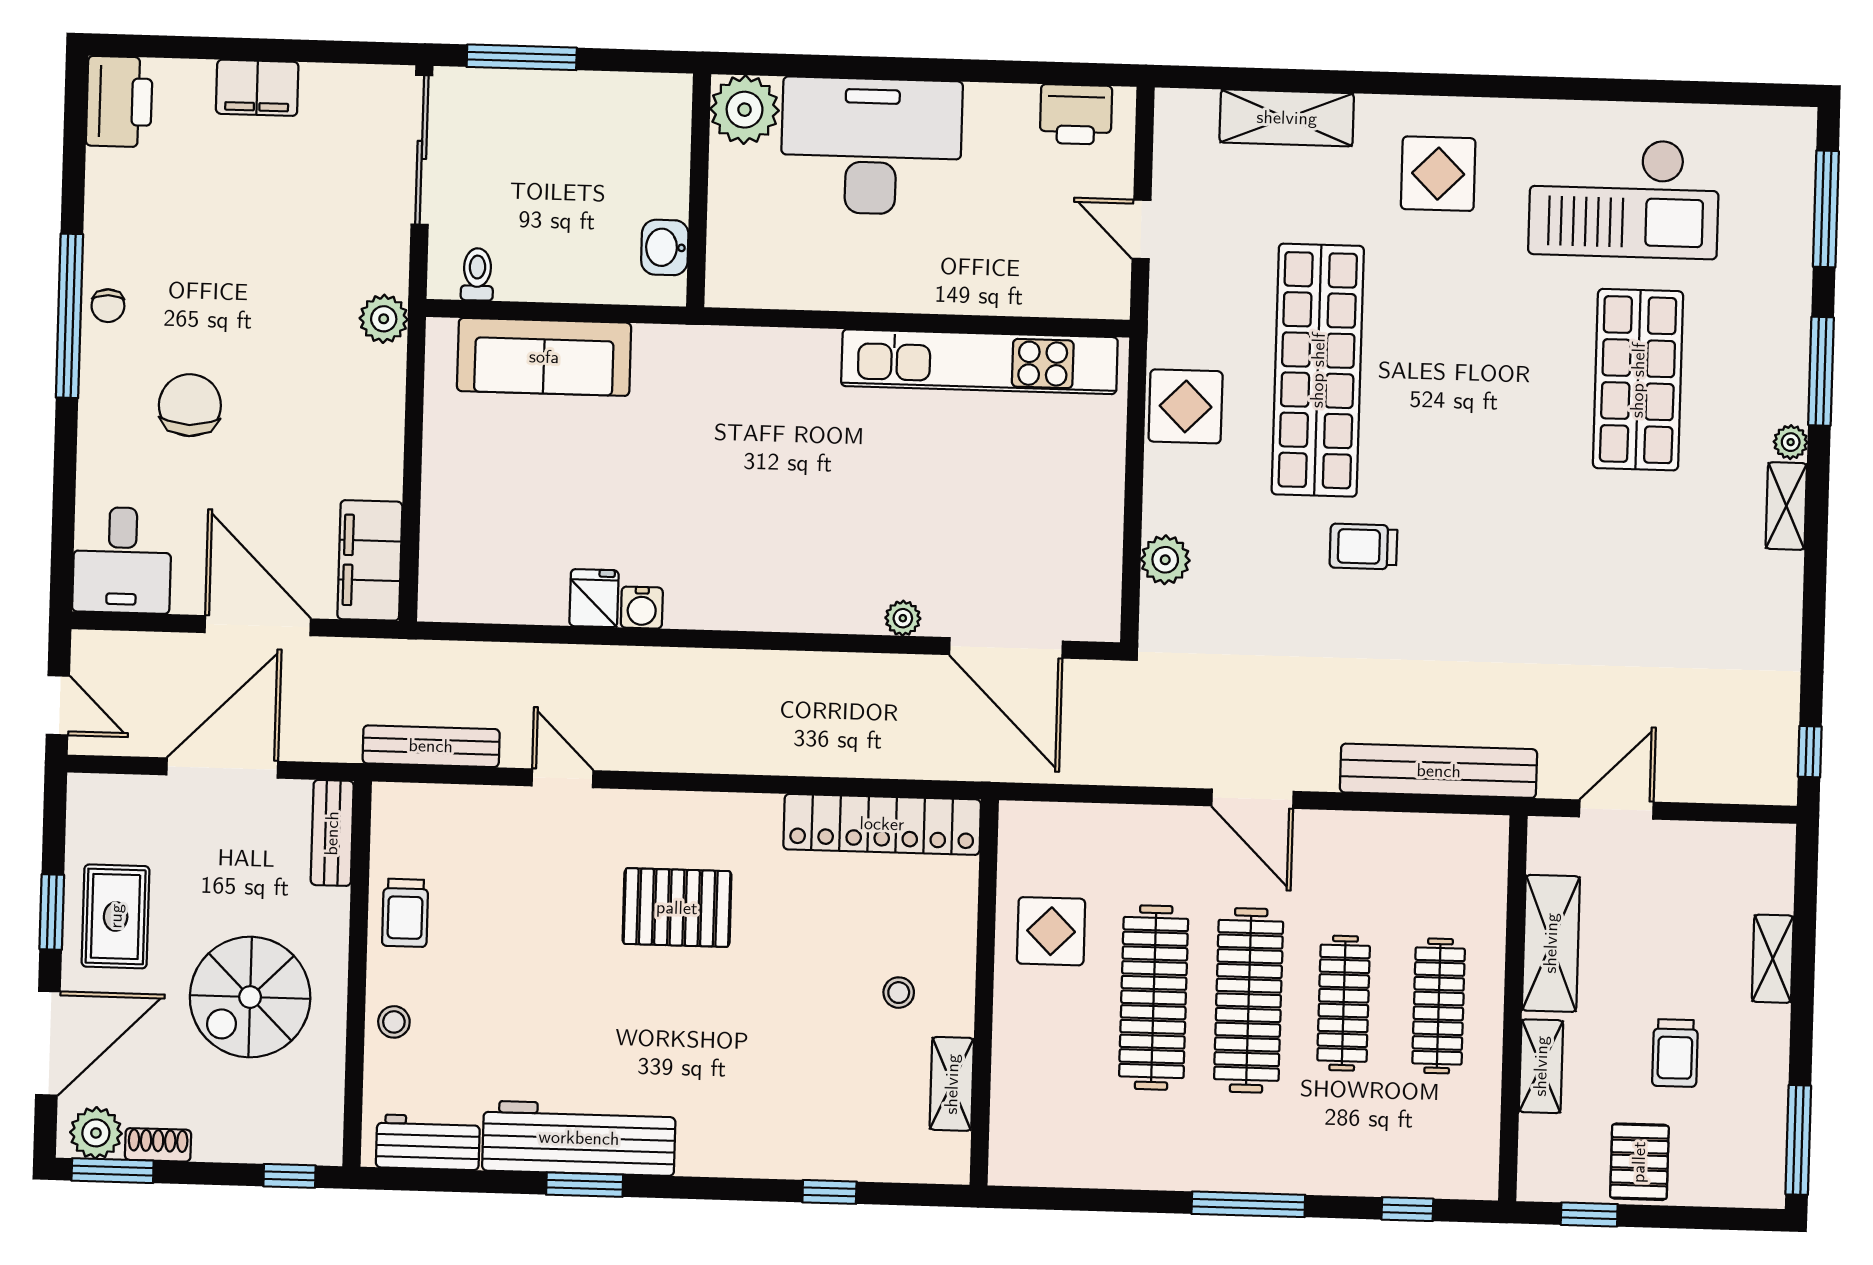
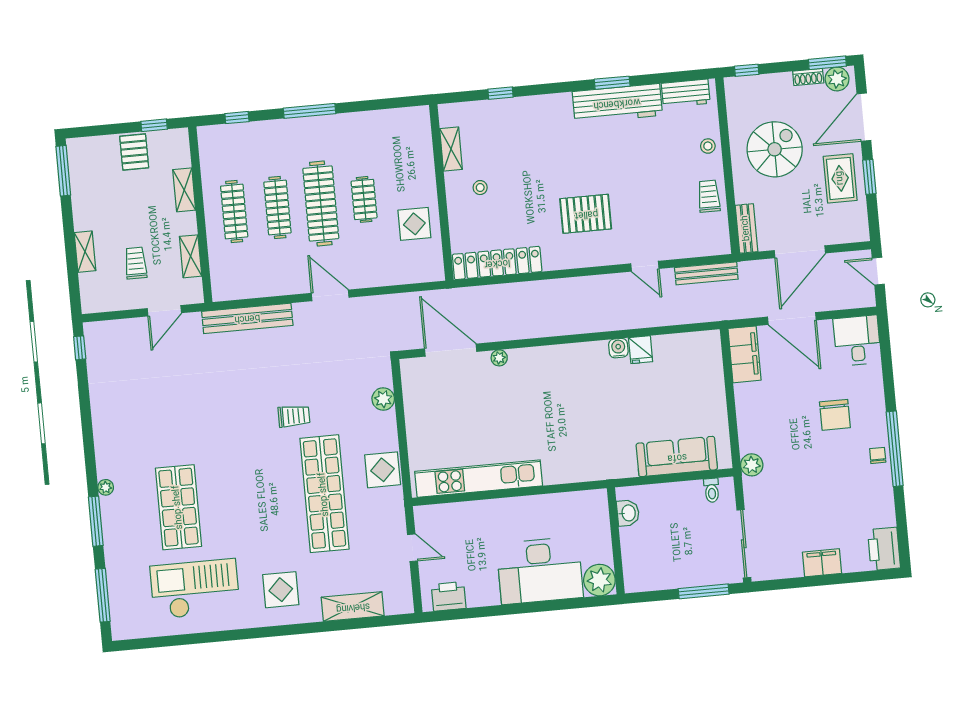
shelving: (1786, 506) -> (104, 458), removed
shelving: (1551, 943) -> (191, 256), width x0.67, depth x0.75
clothes rail: (1154, 998) -> (364, 199), width x0.54, depth x0.76
trolley: (1675, 1053) -> (136, 263), moved

